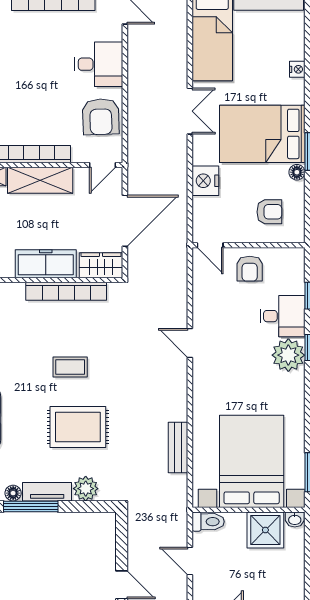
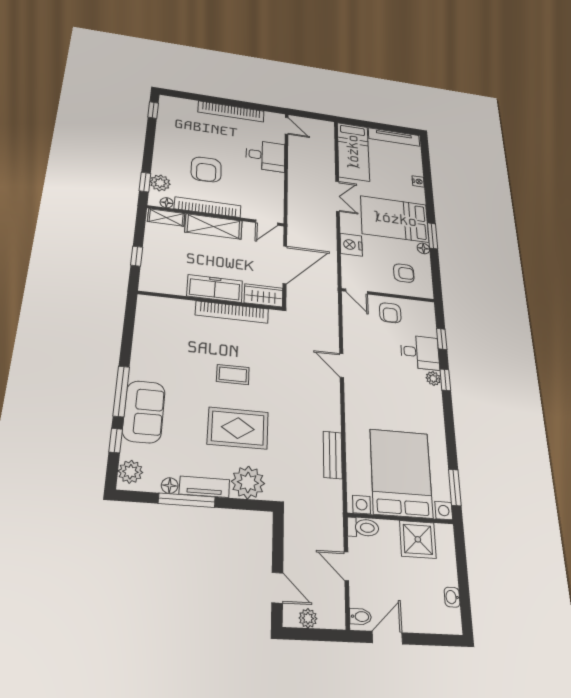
armchair: (101, 117) -> (206, 170), moved
plant: (288, 355) -> (433, 378), width x0.53, depth x0.53
plant: (86, 489) -> (248, 482), width x1.36, depth x1.36
washbasin: (295, 520) -> (452, 597), moved, turned 90

